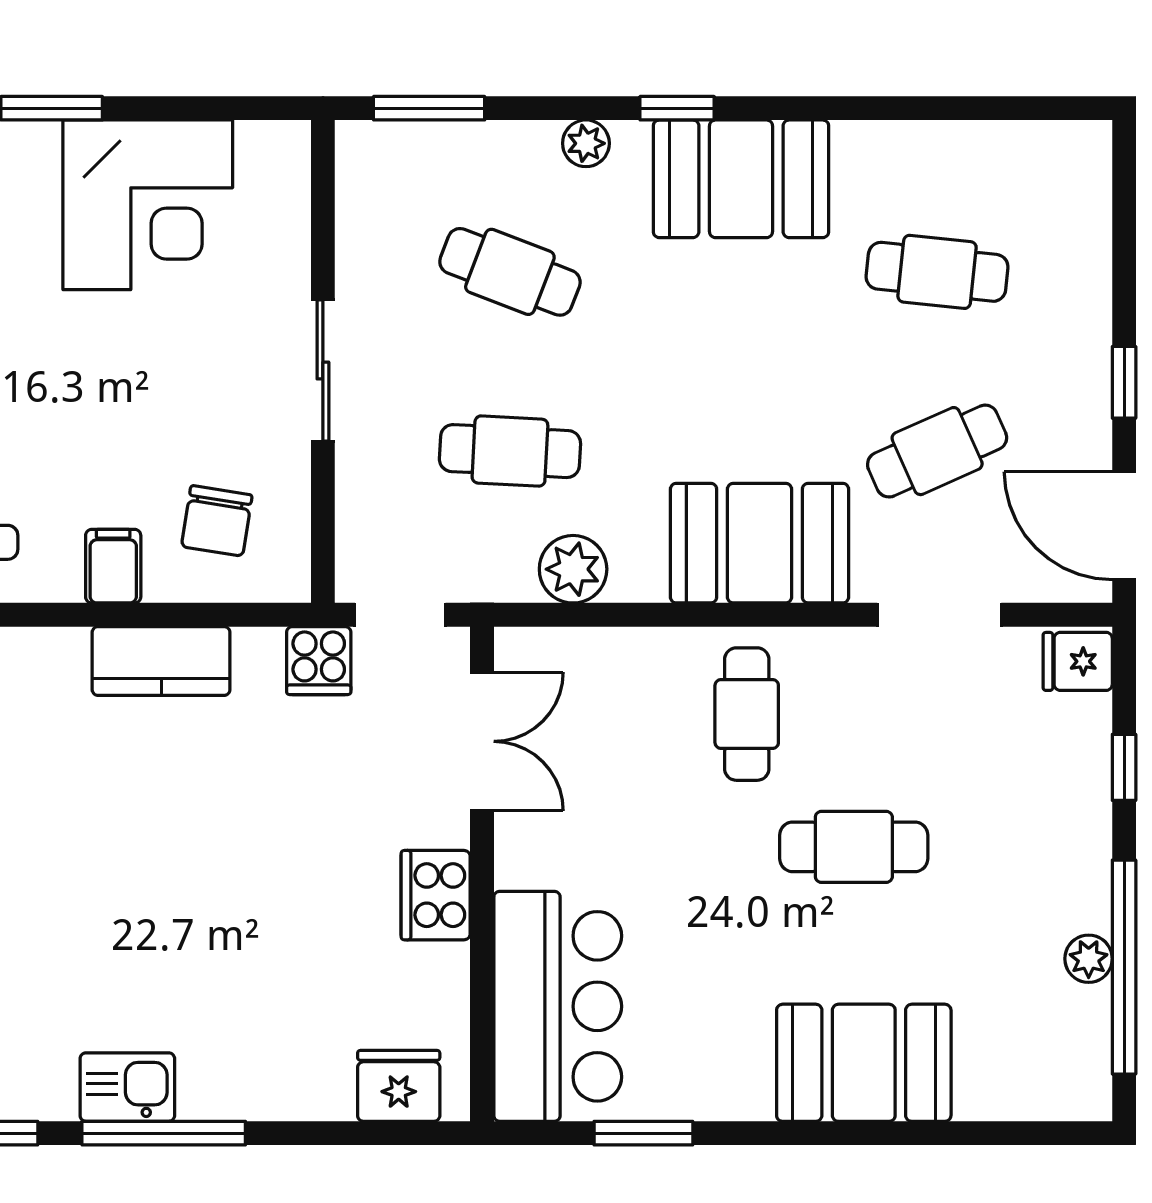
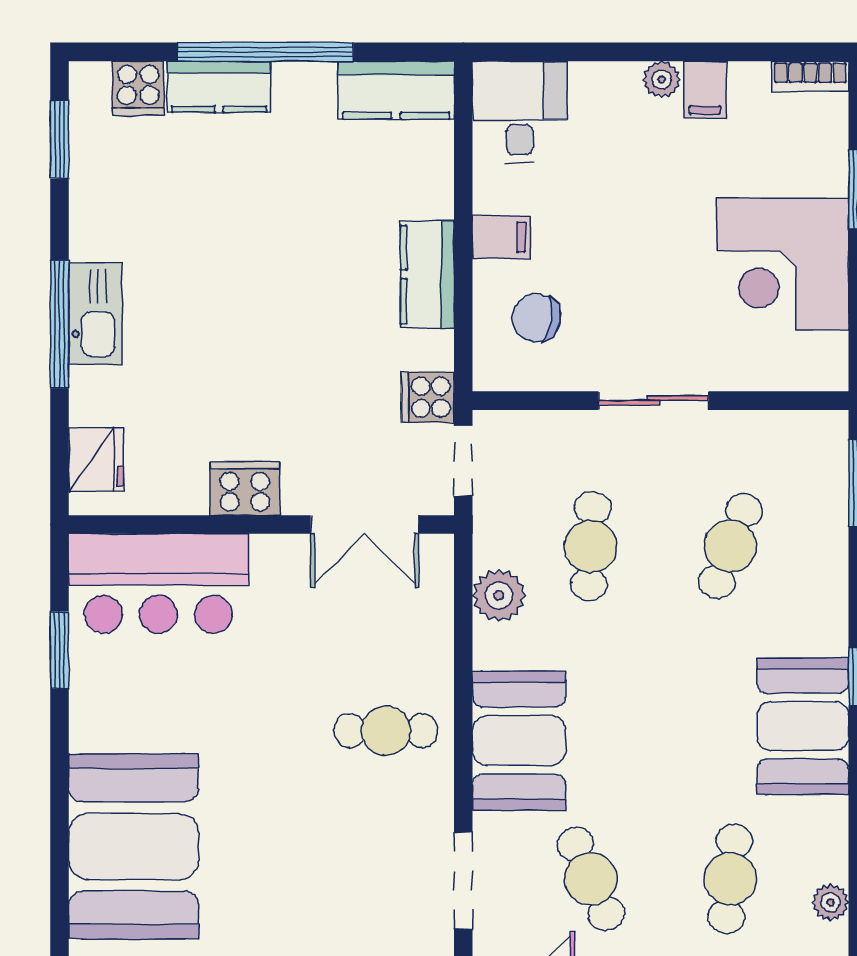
plant: (586, 143) -> (830, 902), moved
cafe table: (854, 847) -> (282, 814), removed
booth: (864, 1063) -> (134, 846), width x1.36, depth x1.42
kitchen sink: (127, 1087) -> (95, 314), moved, width x1.38
window: (164, 1133) -> (60, 324), moved

